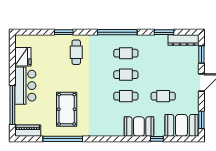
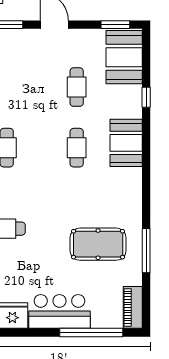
cafe table: (126, 75) -> (42, 148), removed
booth: (139, 127) -> (126, 143), moved
window: (63, 139) -> (146, 251), width x0.68

